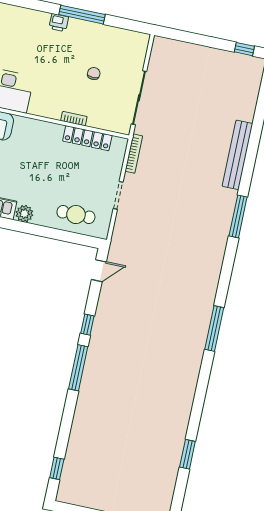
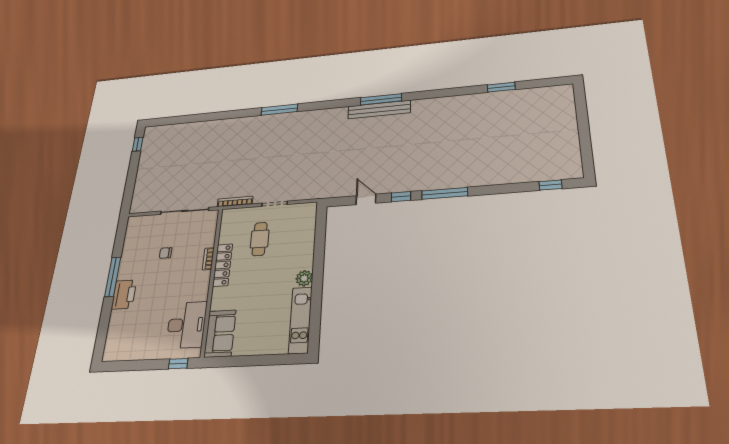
printer: (59, 23) -> (124, 294), width x1.87, depth x1.48
locker: (87, 138) -> (223, 265), moved
bench: (237, 155) -> (379, 109), moved
cafe table: (76, 215) -> (260, 239), moved
door: (99, 271) -> (366, 199), moved

